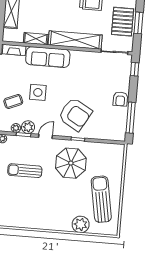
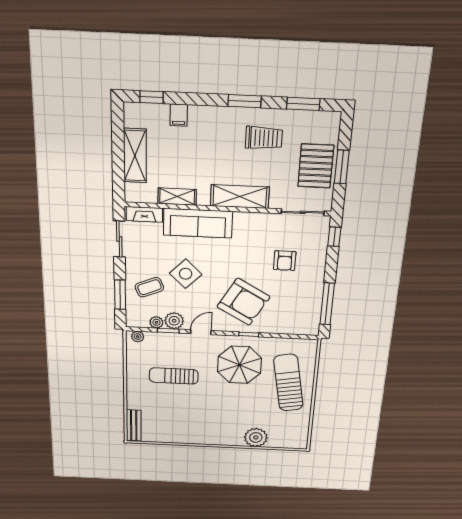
shelving: (75, 40) -> (240, 197), width x0.68
side table: (38, 92) -> (186, 274), turned 45
armchair: (120, 99) -> (285, 261), moved
sun lounger: (101, 199) -> (288, 383), moved

